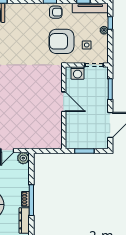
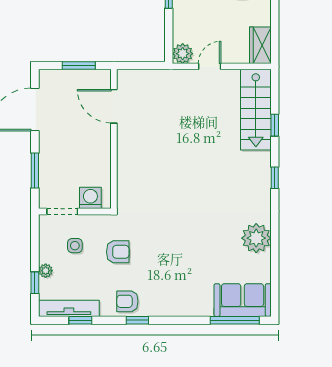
armchair: (61, 41) -> (118, 252), width x0.53, depth x0.53
door: (64, 102) -> (114, 106), moved

